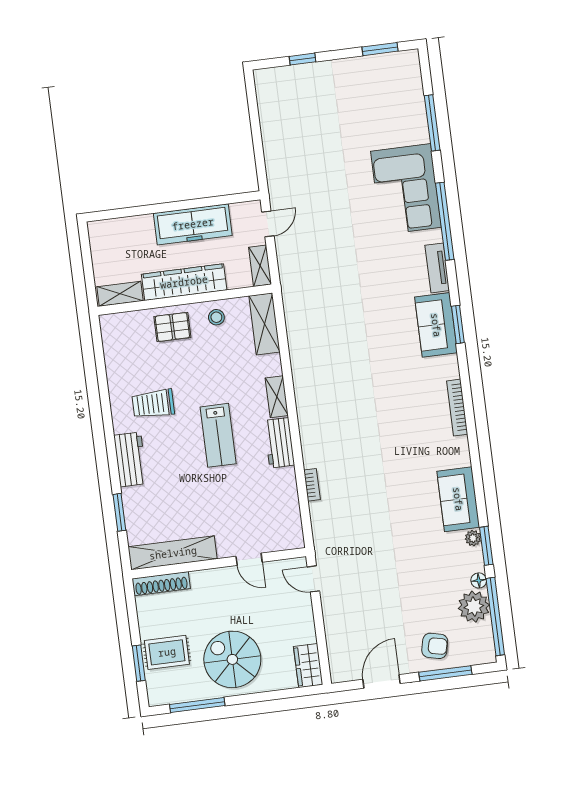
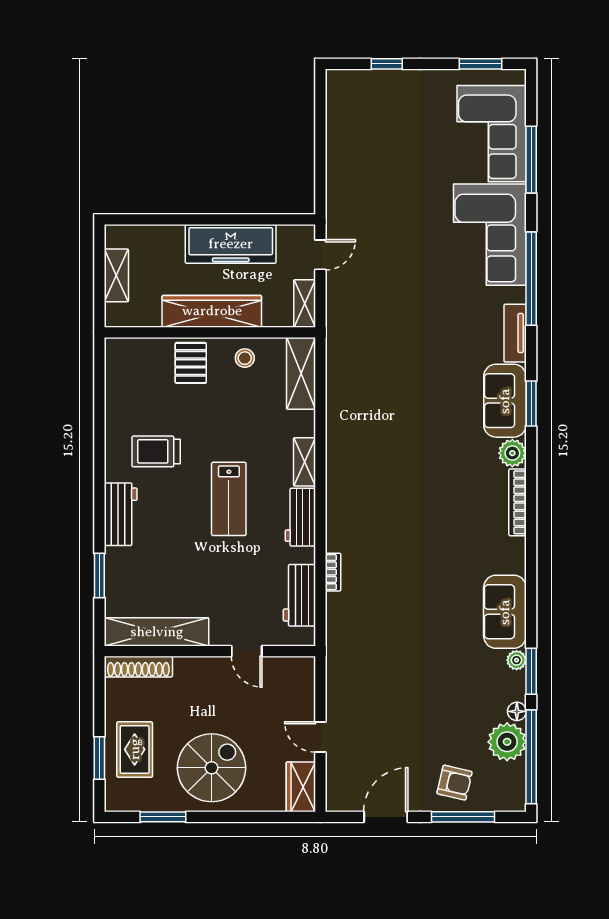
corner sofa: (397, 106) -> (492, 134), added
shelving: (120, 294) -> (116, 275), moved, turned 90
pallet: (172, 327) -> (191, 363), turned 90
plant: (448, 367) -> (512, 453), added
workbench: (287, 507) -> (299, 595), added
door: (313, 579) -> (320, 737), moved
rug: (167, 652) -> (135, 749), turned 90
spiral stairs: (232, 659) -> (212, 768), turned 90
window: (197, 705) -> (163, 817), width x0.69

